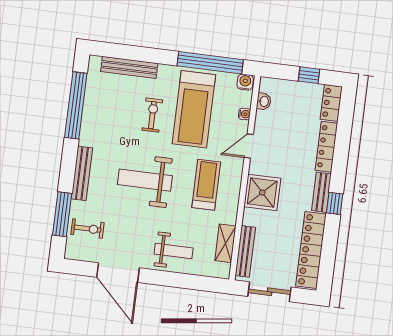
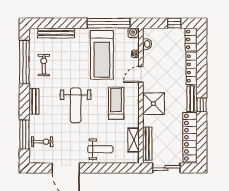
exercise bike: (152, 115) -> (44, 65), moved
bench: (82, 173) -> (34, 101), width x0.73
weight bench: (145, 180) -> (76, 105), turned -90

